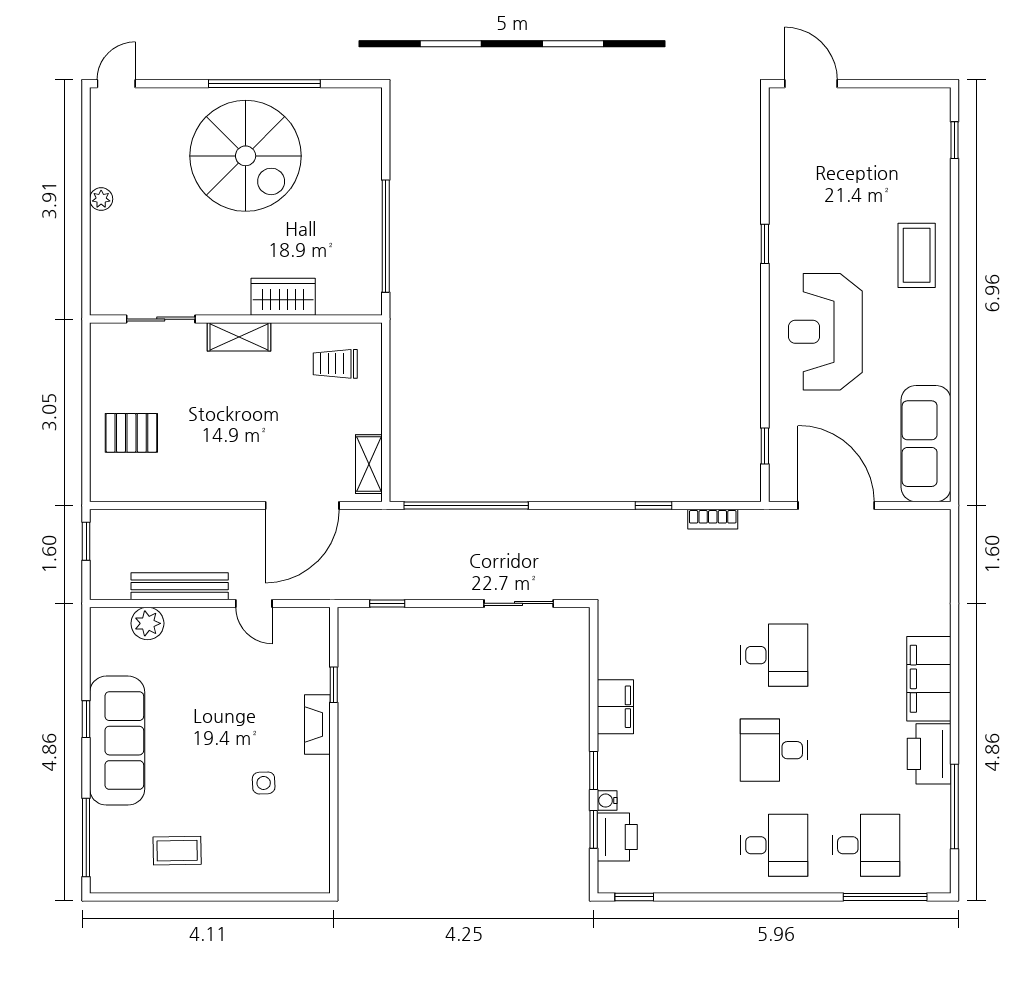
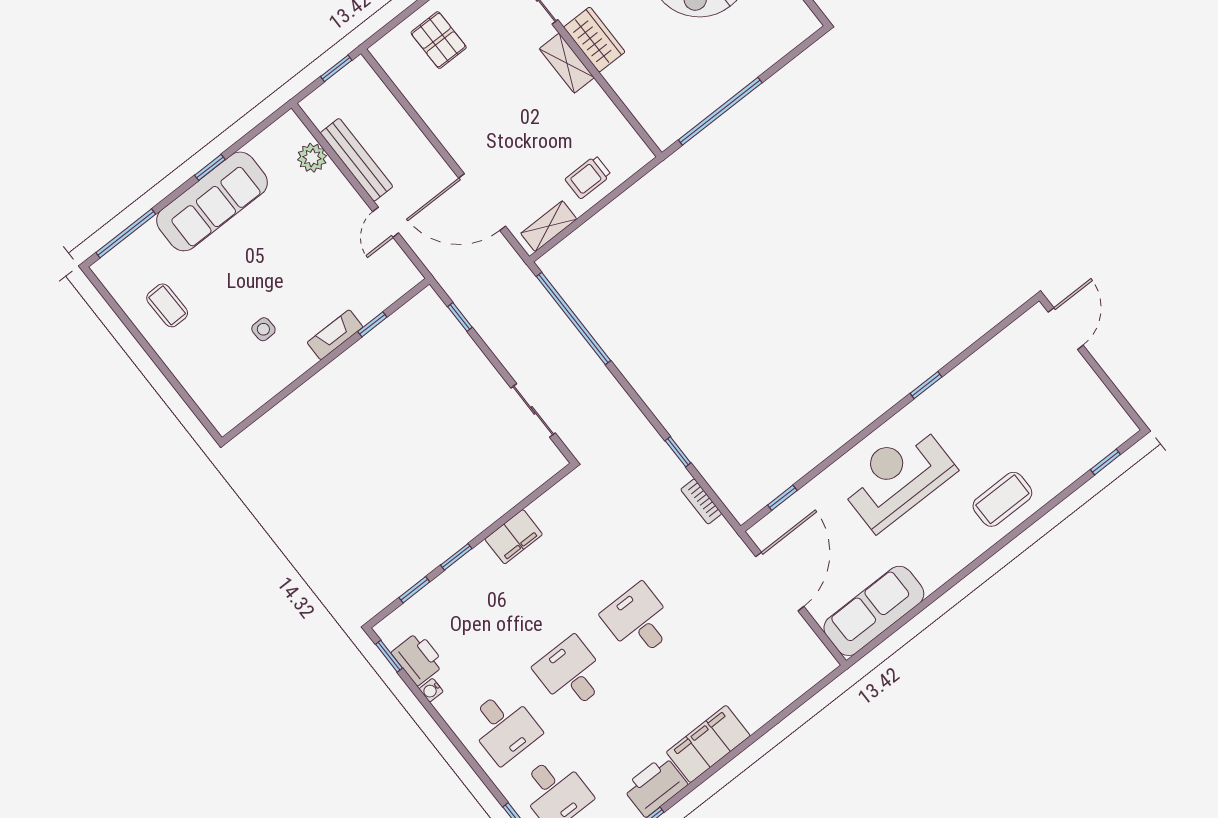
wardrobe: (283, 297) -> (594, 40), moved
trolley: (335, 364) -> (588, 177), moved, turned -90
desk: (774, 655) -> (639, 621), turned 180
water cooler: (607, 801) -> (431, 690), moved, turned -90
printer: (617, 837) -> (418, 659), moved, turned -90

